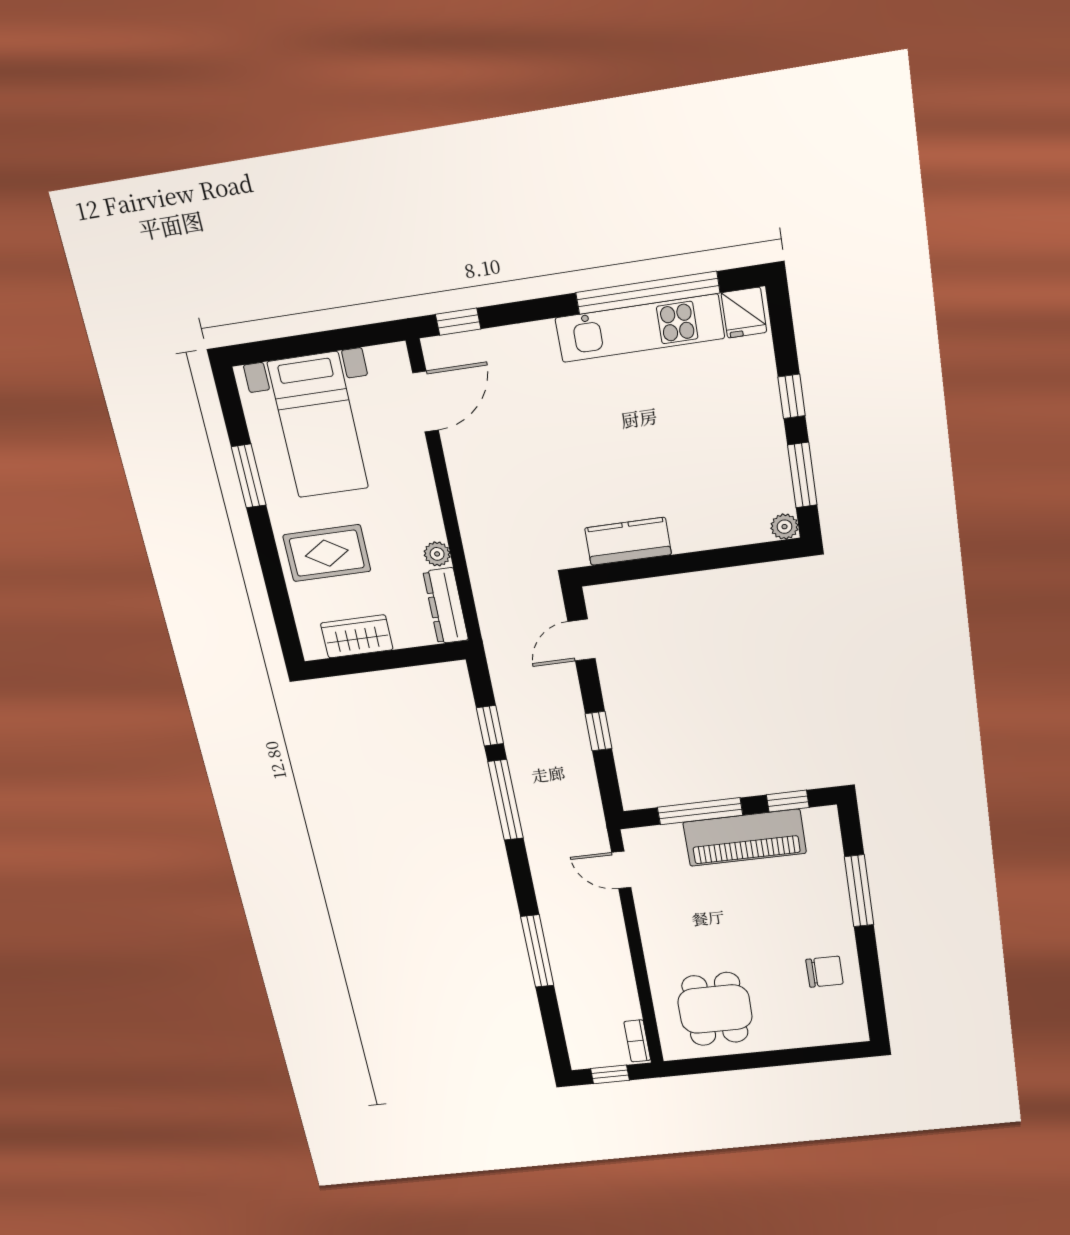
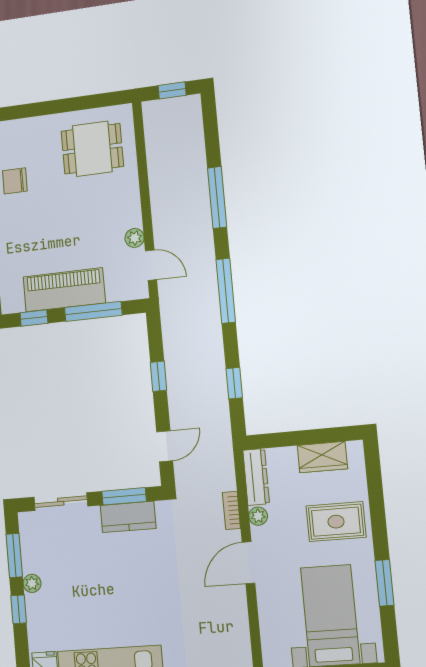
door: (425, 402) -> (248, 563), moved
plant: (785, 527) -> (32, 583), moved
sliding door: (733, 557) -> (61, 502), added
window: (636, 569) -> (124, 496), added
window: (506, 800) -> (226, 291), moved
plant: (647, 903) -> (135, 238), added
dining table: (715, 1009) -> (92, 149), turned 90
bookcase: (637, 1041) -> (231, 510), moved, turned 180

